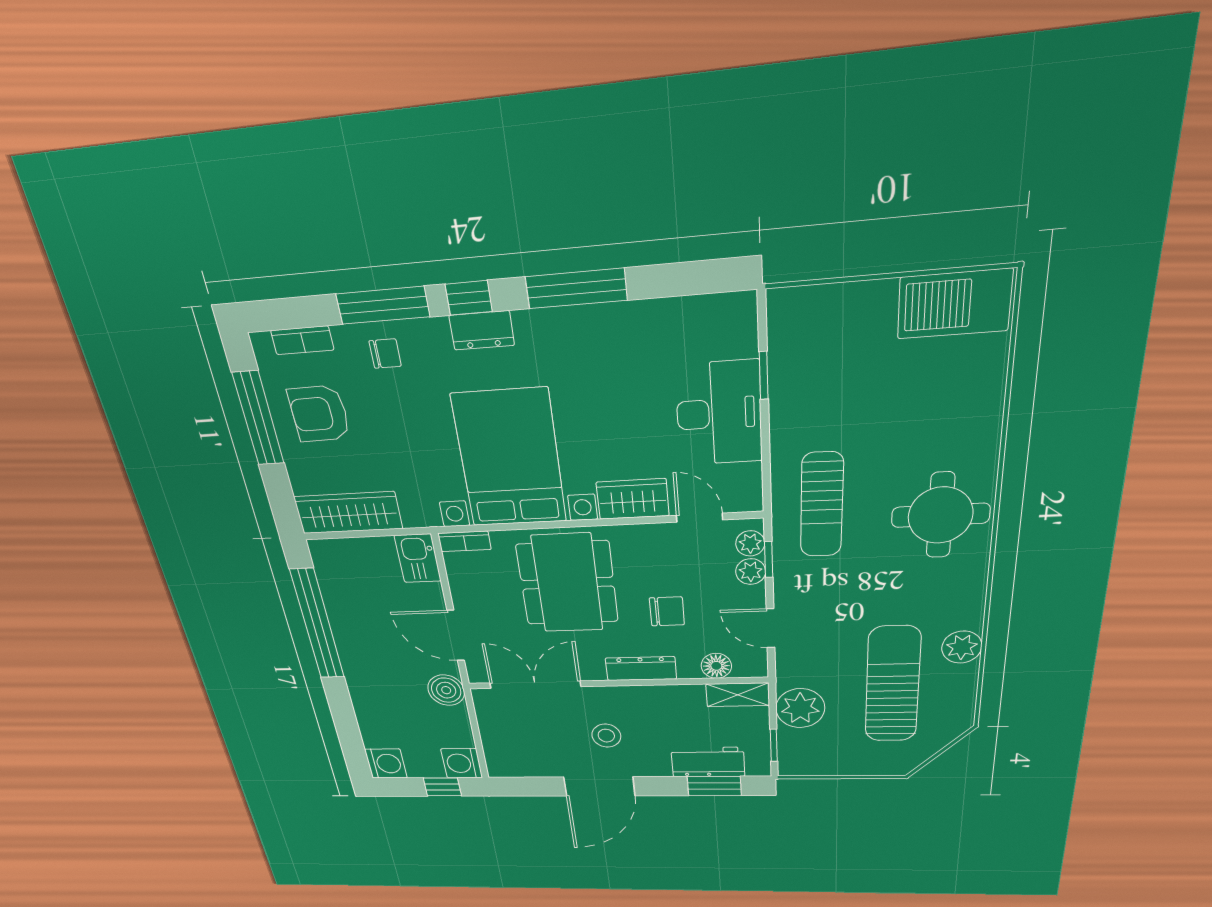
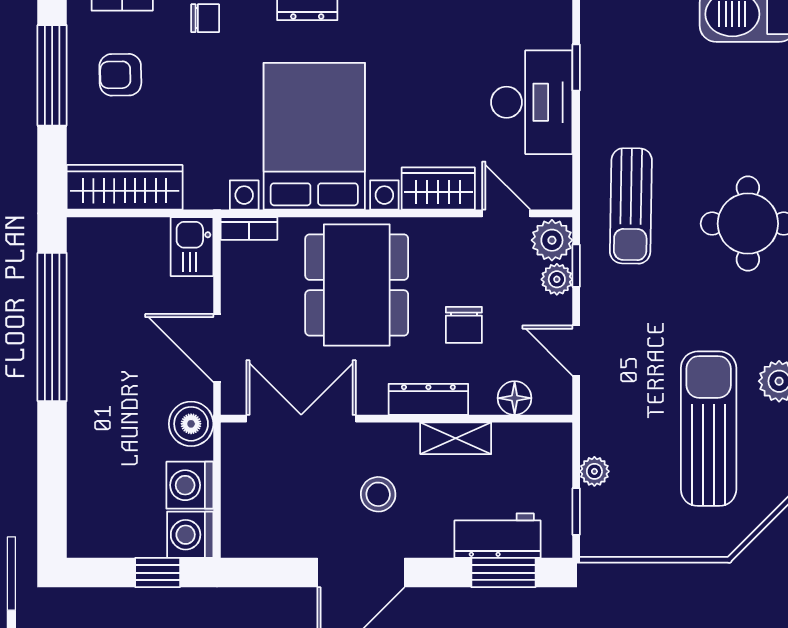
armchair: (319, 414) -> (120, 75), width x0.72, depth x0.72
plant: (750, 543) -> (552, 240), width x1.38, depth x1.38
chair: (667, 611) -> (464, 325), turned 90
shelving: (738, 695) -> (456, 438), moved
plant: (800, 708) -> (594, 471), width x0.53, depth x0.53
washing machine: (386, 764) -> (190, 485), moved, turned 180

